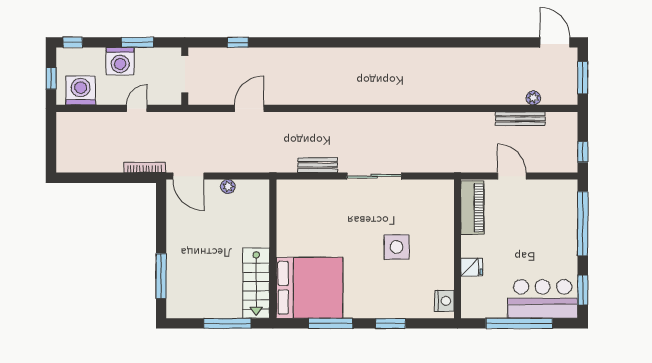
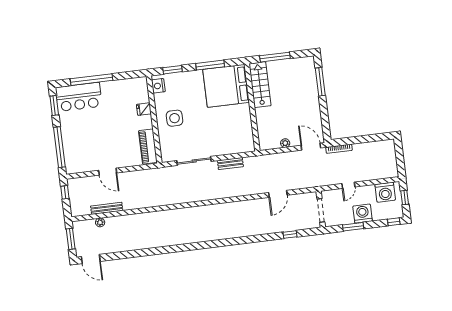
piano: (472, 208) -> (148, 147), moved
wall: (457, 249) -> (154, 119), moved
fridge: (472, 267) -> (144, 109), moved
nightstand: (444, 301) -> (158, 86), moved

